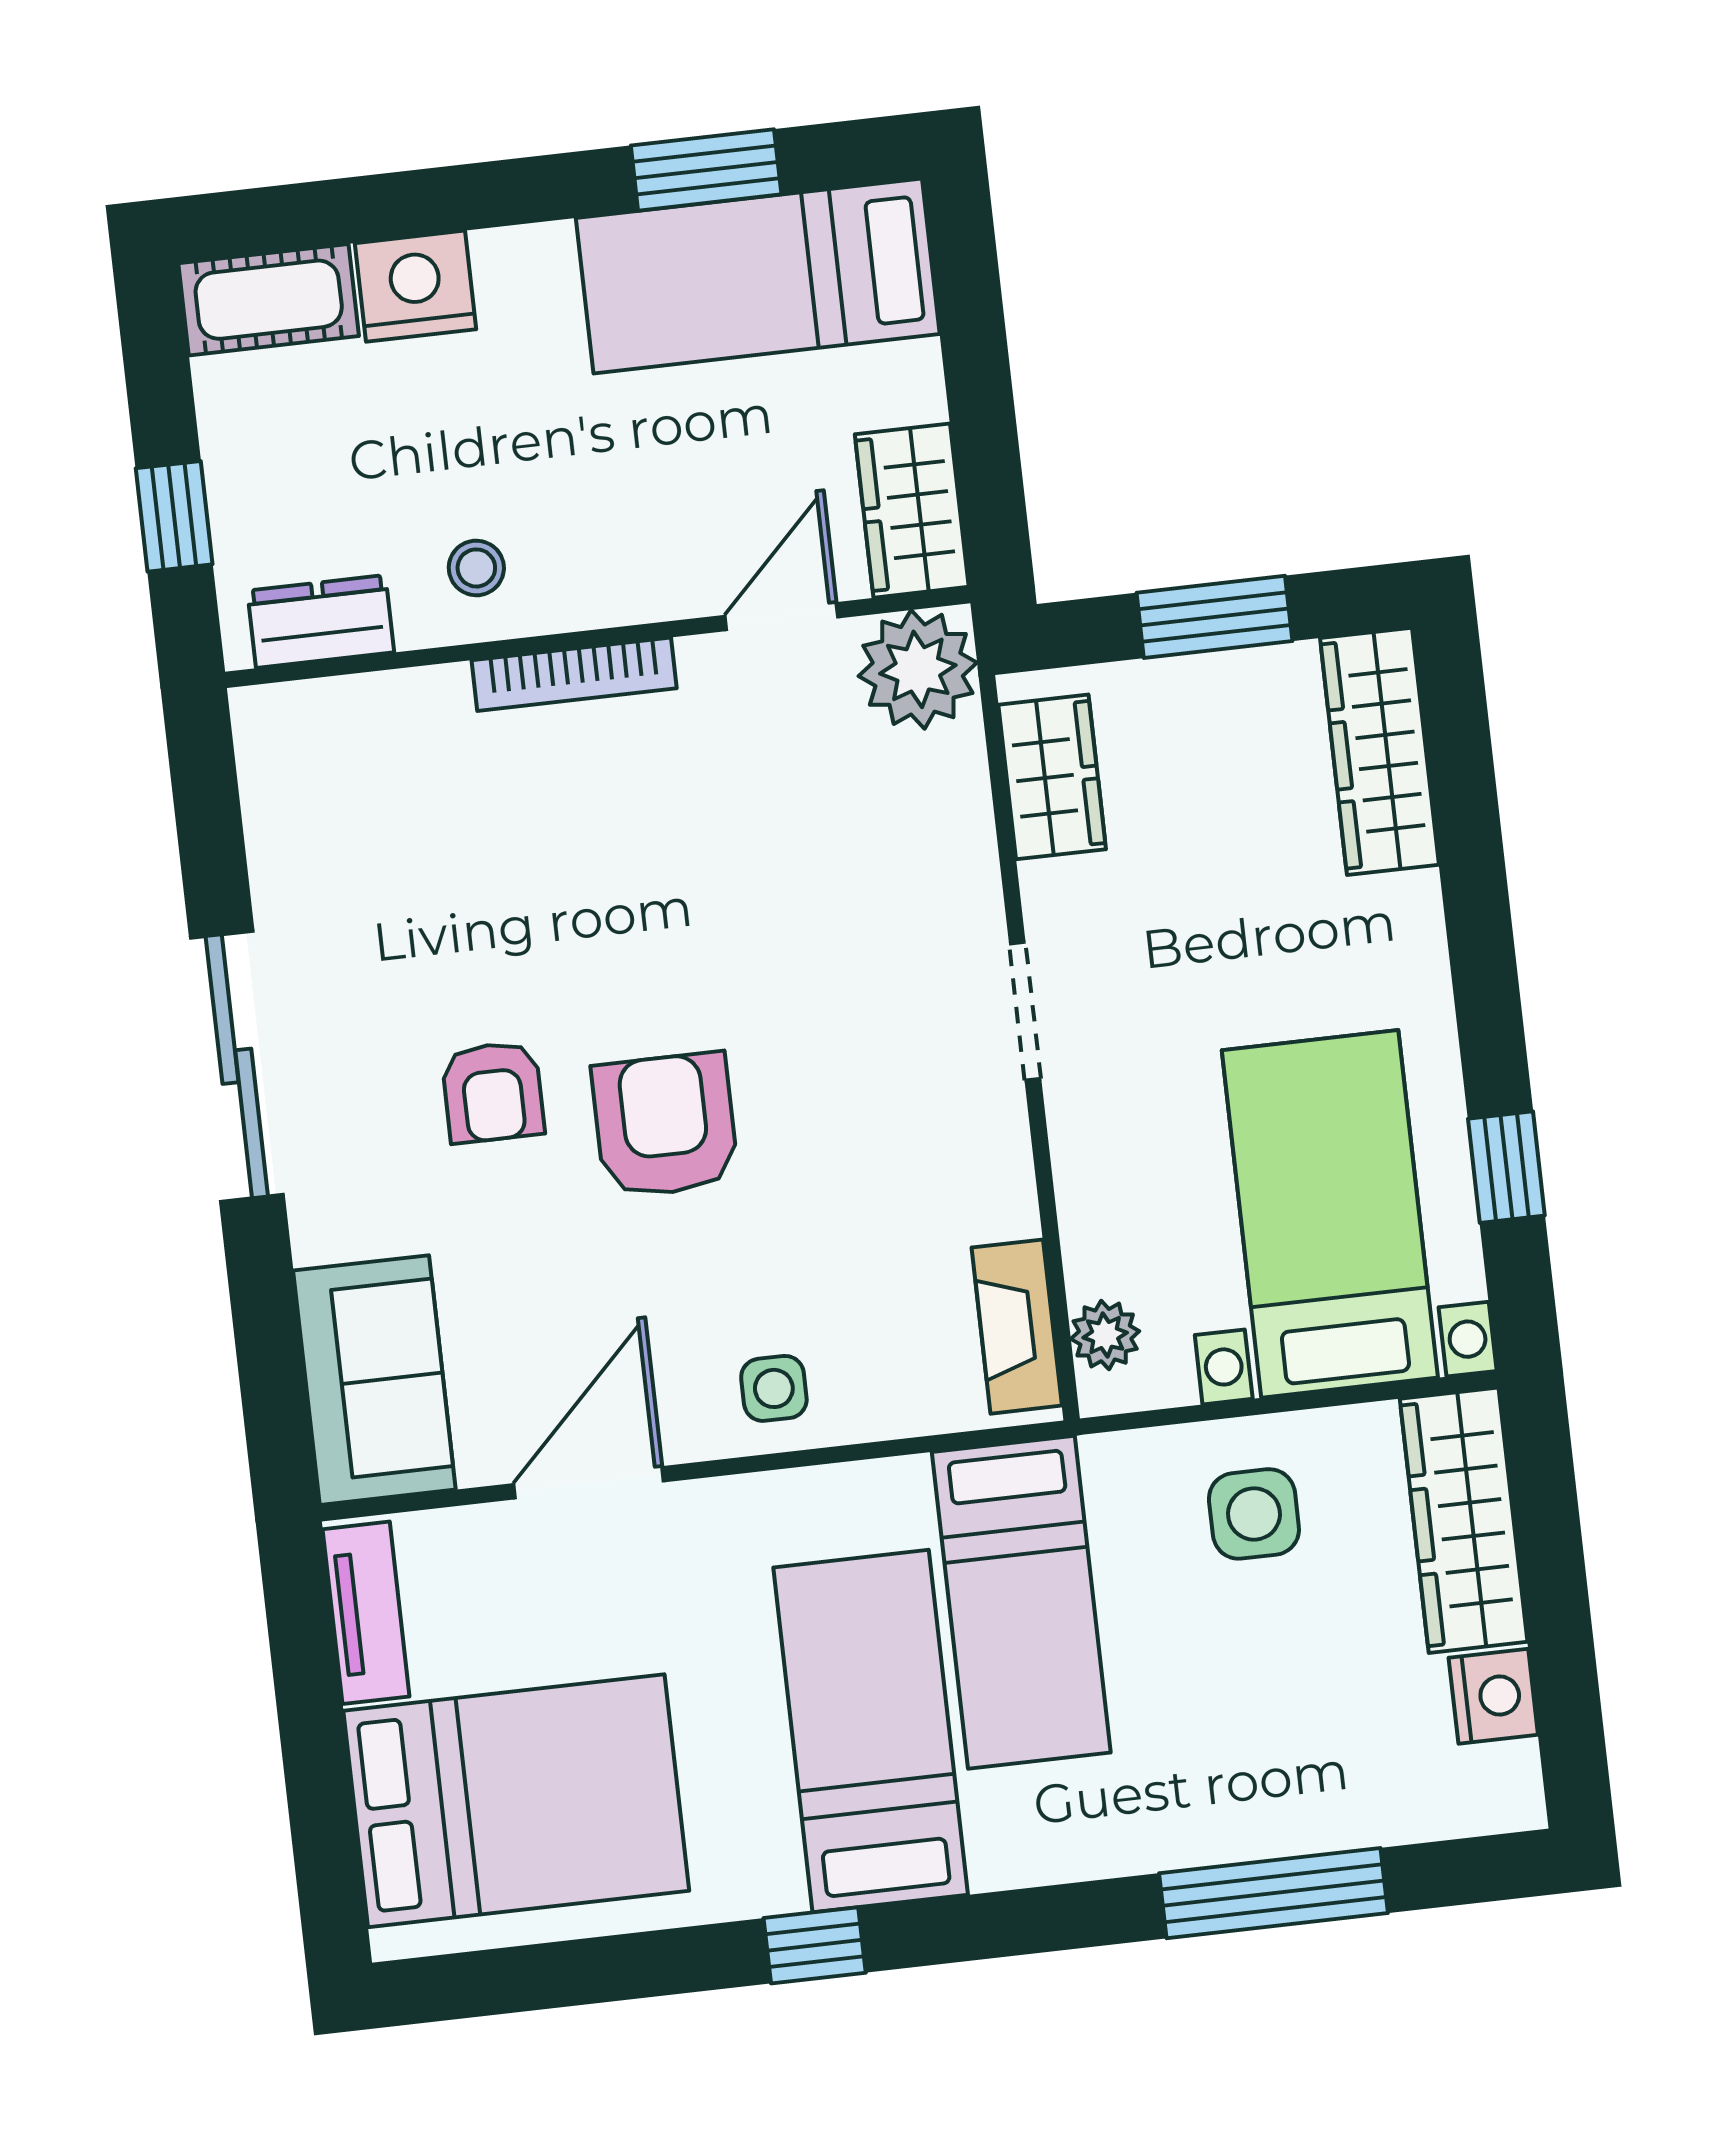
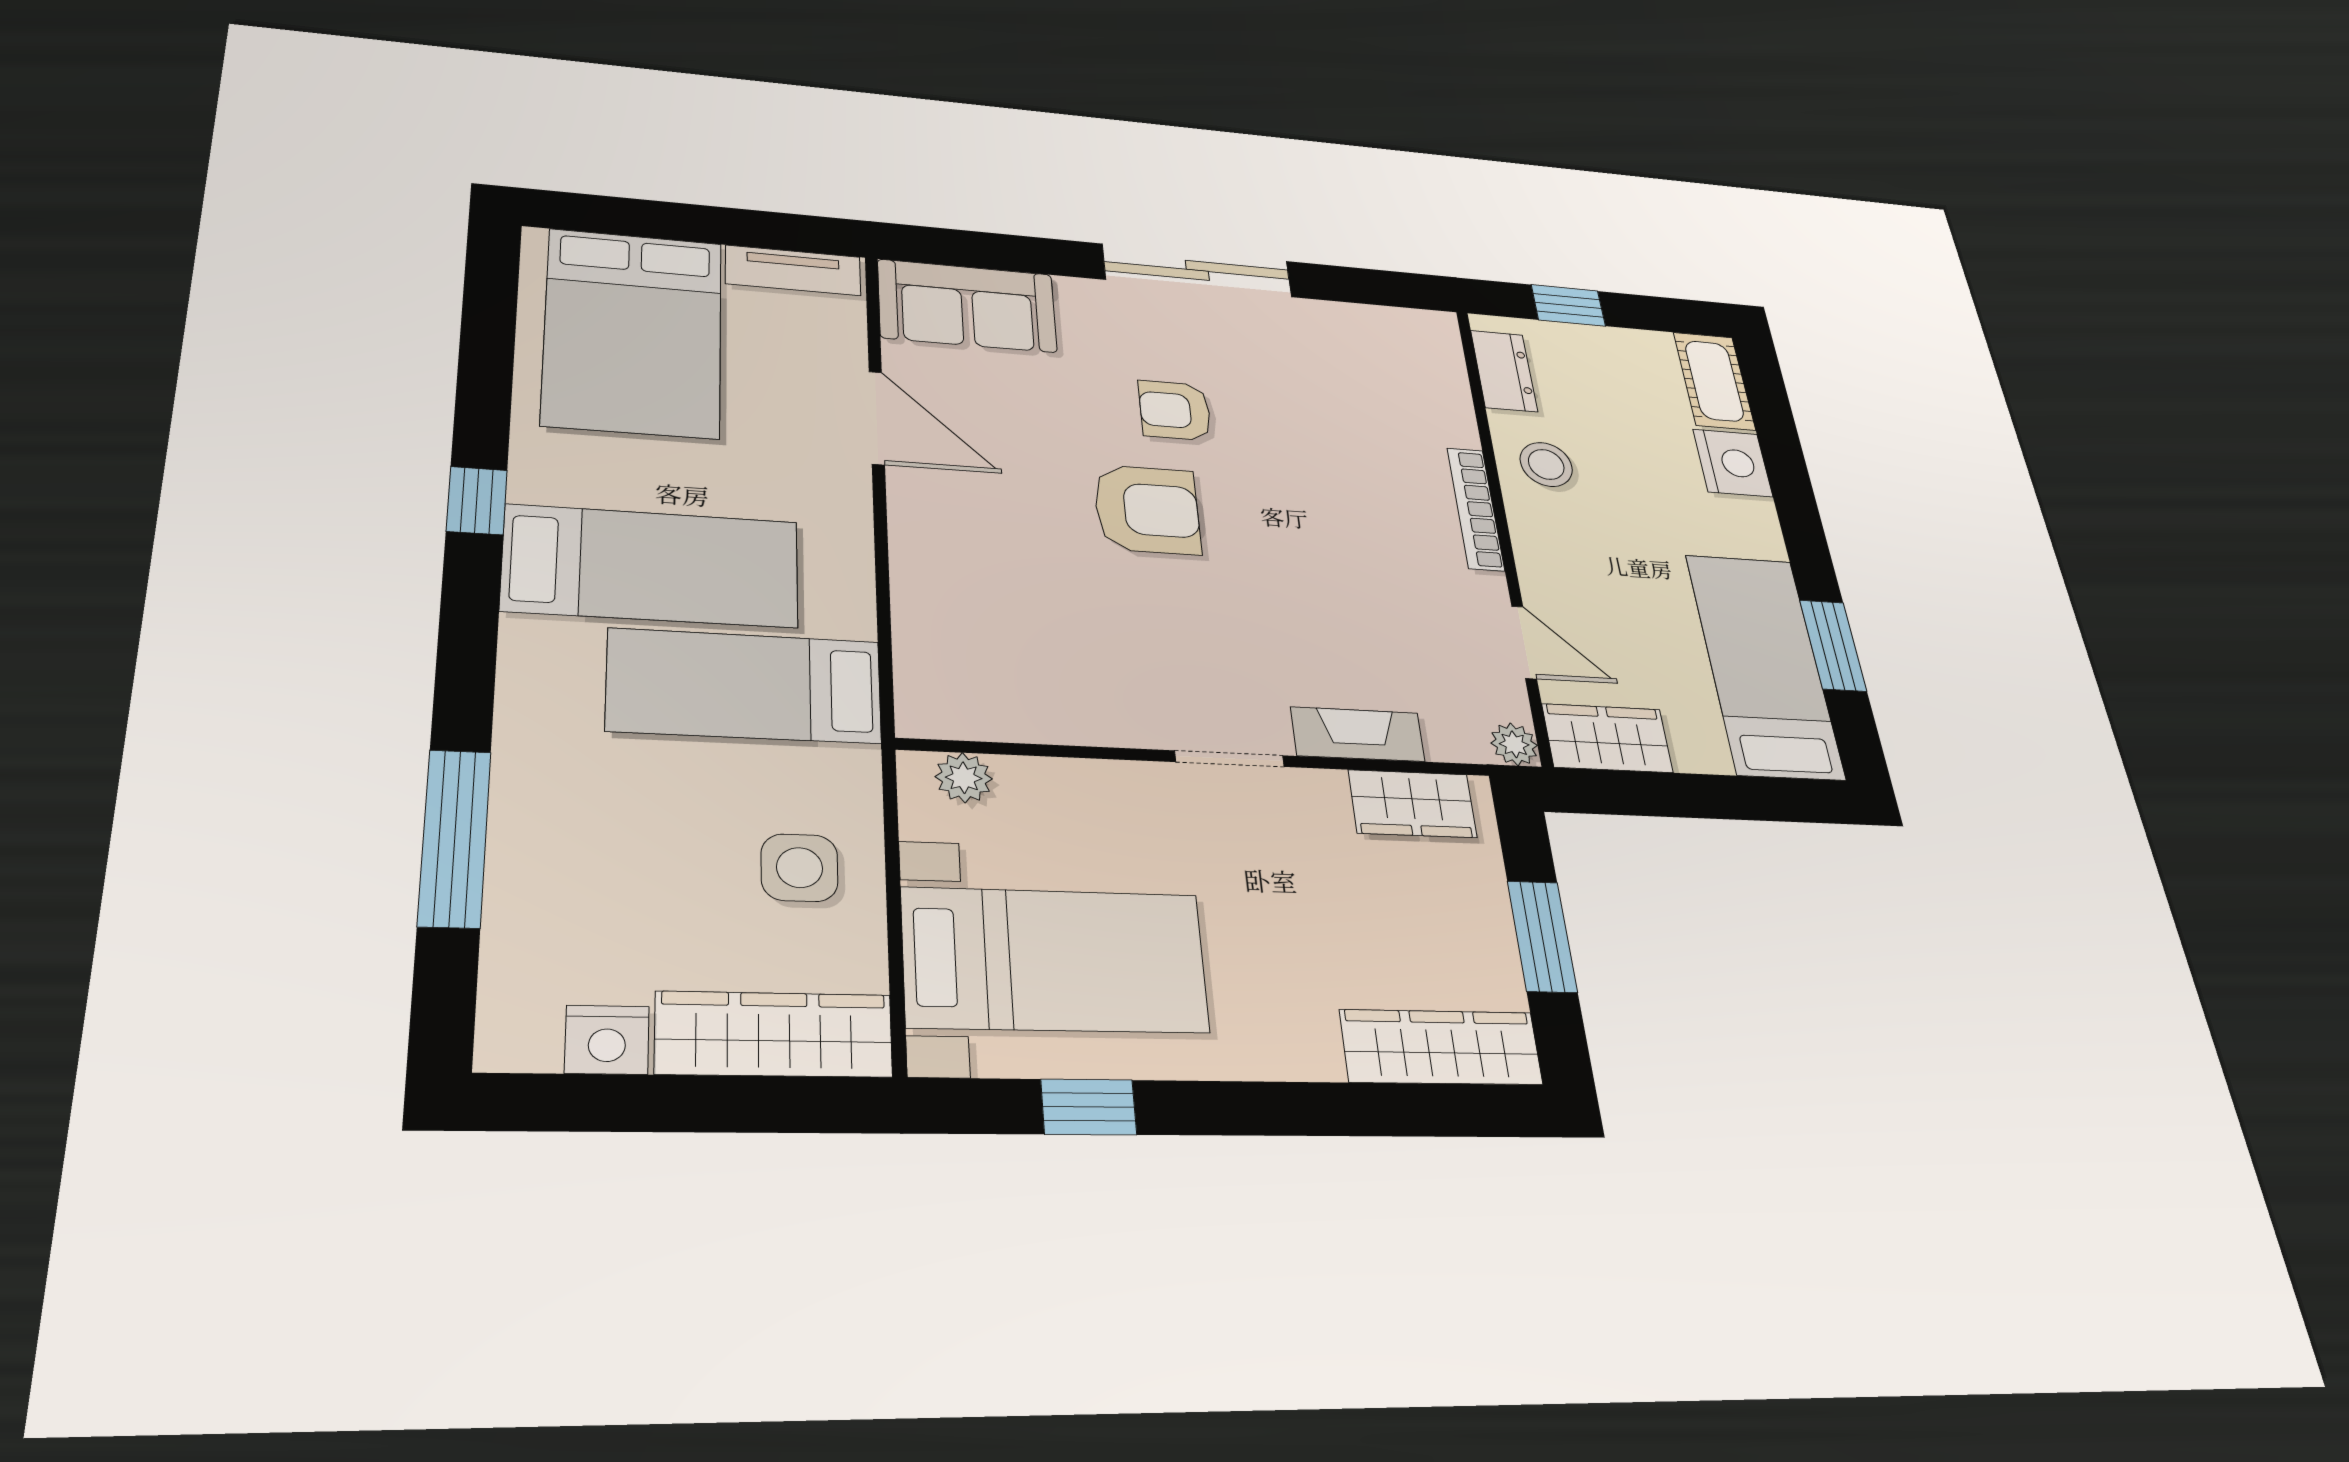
stool: (476, 568) -> (1546, 464), width x1.37, depth x1.37
plant: (918, 669) -> (1514, 744), width x0.53, depth x0.53
fireplace: (1017, 1327) -> (1358, 734), moved
side table: (774, 1388) -> (939, 546), removed

